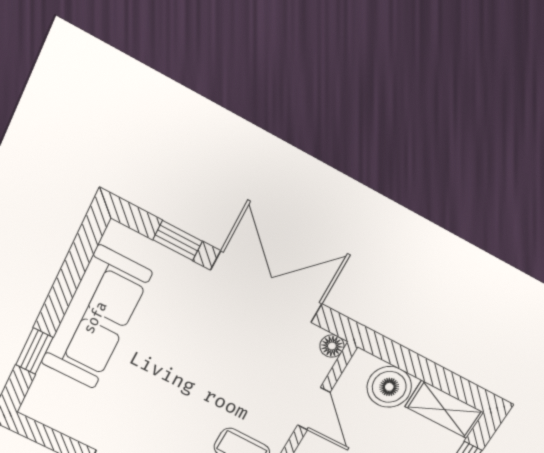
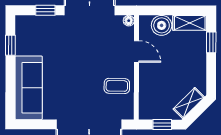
sofa: (96, 318) -> (29, 88), moved
window: (34, 351) -> (10, 45), moved

